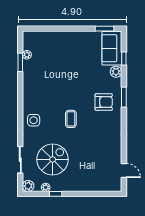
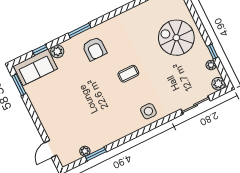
door: (42, 29) -> (50, 149), added
armchair: (104, 102) -> (94, 49), turned 180
spiral stairs: (53, 159) -> (176, 38), moved

